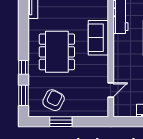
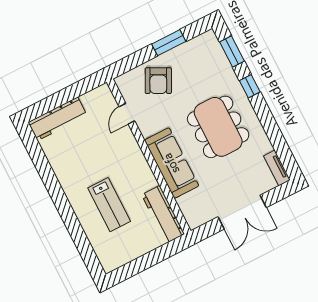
sofa: (98, 38) -> (172, 163), width x1.36
armchair: (54, 100) -> (158, 81), moved

